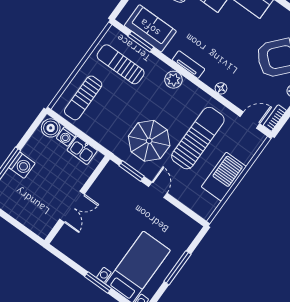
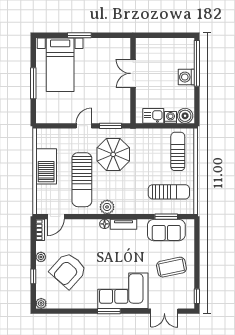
plant: (173, 80) -> (107, 207), moved
floor lamp: (221, 88) -> (105, 224), moved
door: (158, 190) -> (84, 126), swing flipped

